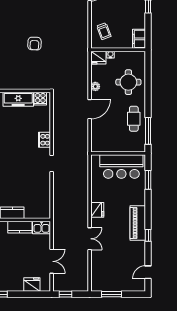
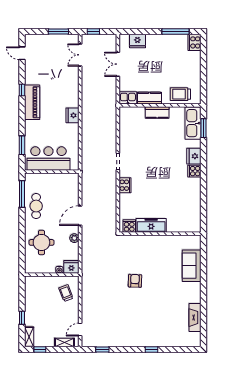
filing cabinet: (139, 39) -> (31, 286), removed
double door: (90, 239) -> (80, 55), moved
door: (148, 272) -> (22, 53), swing flipped
window: (65, 294) -> (93, 32), moved

